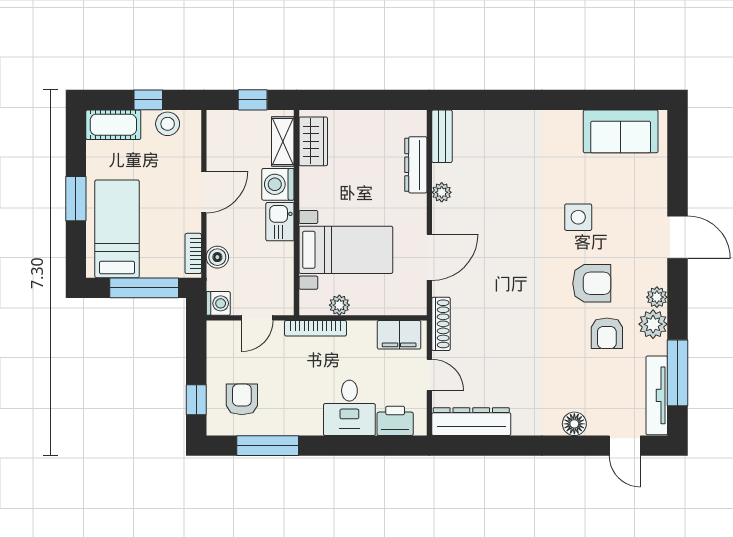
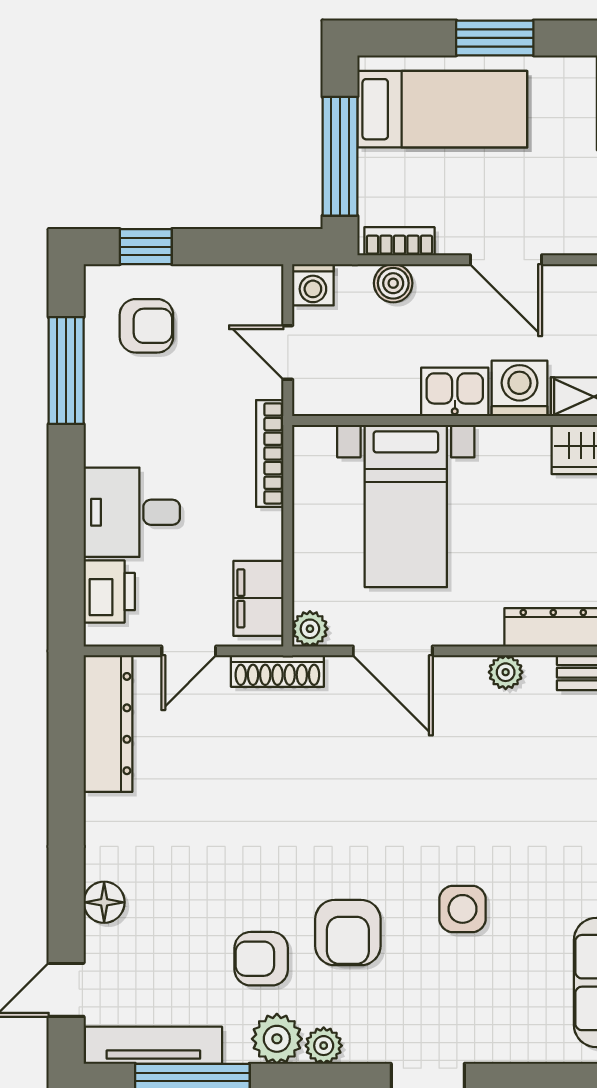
plant: (339, 305) -> (310, 629), moved

